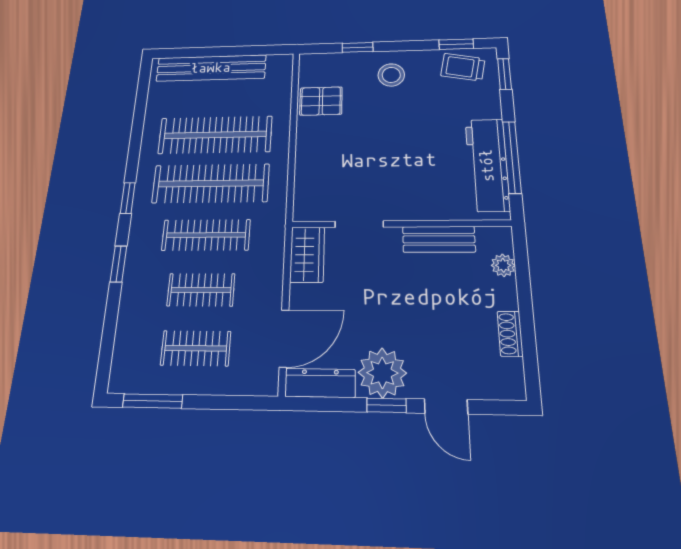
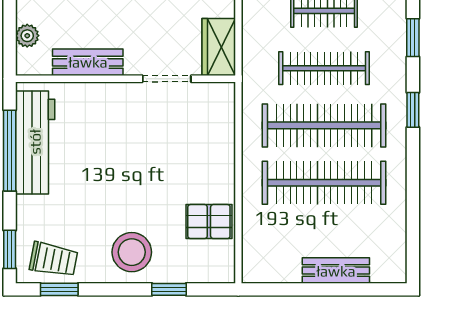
bench: (211, 68) -> (336, 271), width x0.54, depth x0.82
stool: (391, 75) -> (132, 252), width x1.38, depth x1.38

